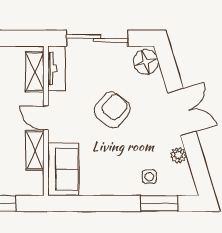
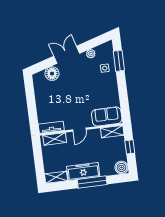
sliding door: (97, 38) -> (32, 107), removed
floor lamp: (146, 62) -> (52, 74), moved
armchair: (112, 110) -> (70, 94), removed
shelving: (35, 150) -> (112, 132), moved

